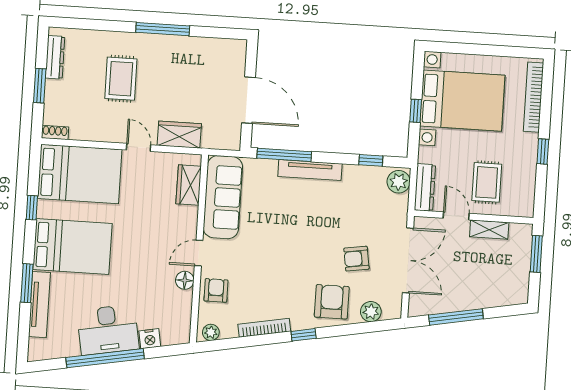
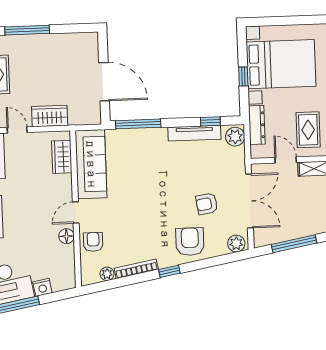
tv unit: (310, 170) -> (194, 133), moved
dresser: (425, 187) -> (257, 125), moved
plant: (371, 312) -> (236, 244), moved
plant: (211, 332) -> (107, 274), moved

